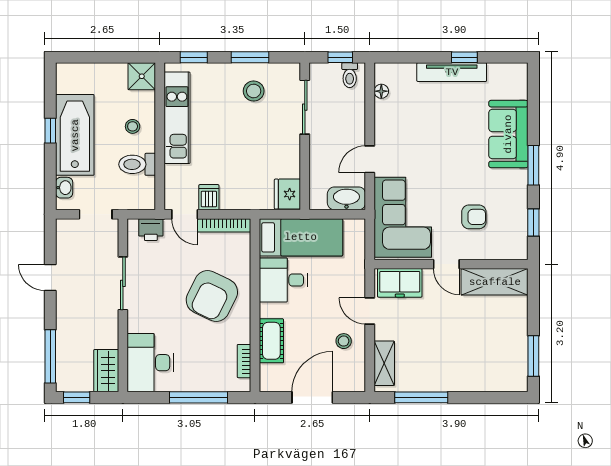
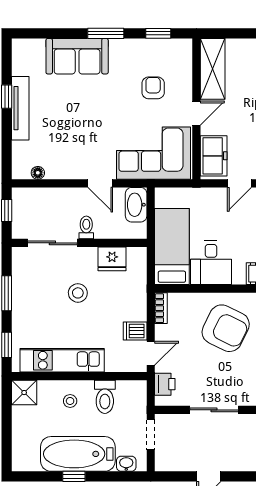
toilet: (350, 75) -> (86, 227), moved, turned -90
stool: (254, 91) -> (78, 293), moved
fridge: (287, 194) -> (112, 259), moved
bookcase: (224, 225) -> (161, 308), width x0.64

